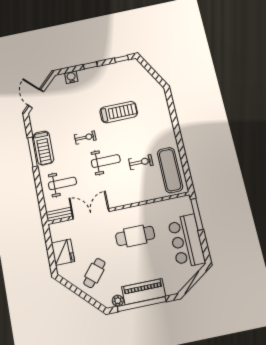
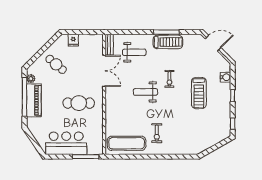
treadmill: (119, 112) -> (199, 93), moved
treadmill: (43, 148) -> (168, 42), turned 180
weight bench: (106, 161) -> (145, 92), turned 90
exercise bike: (141, 162) -> (157, 133), moved
weight bench: (62, 183) -> (134, 52), turned -90
cafe table: (135, 236) -> (79, 103), turned 90
fridge: (63, 252) -> (73, 40), width x0.53, depth x0.75

